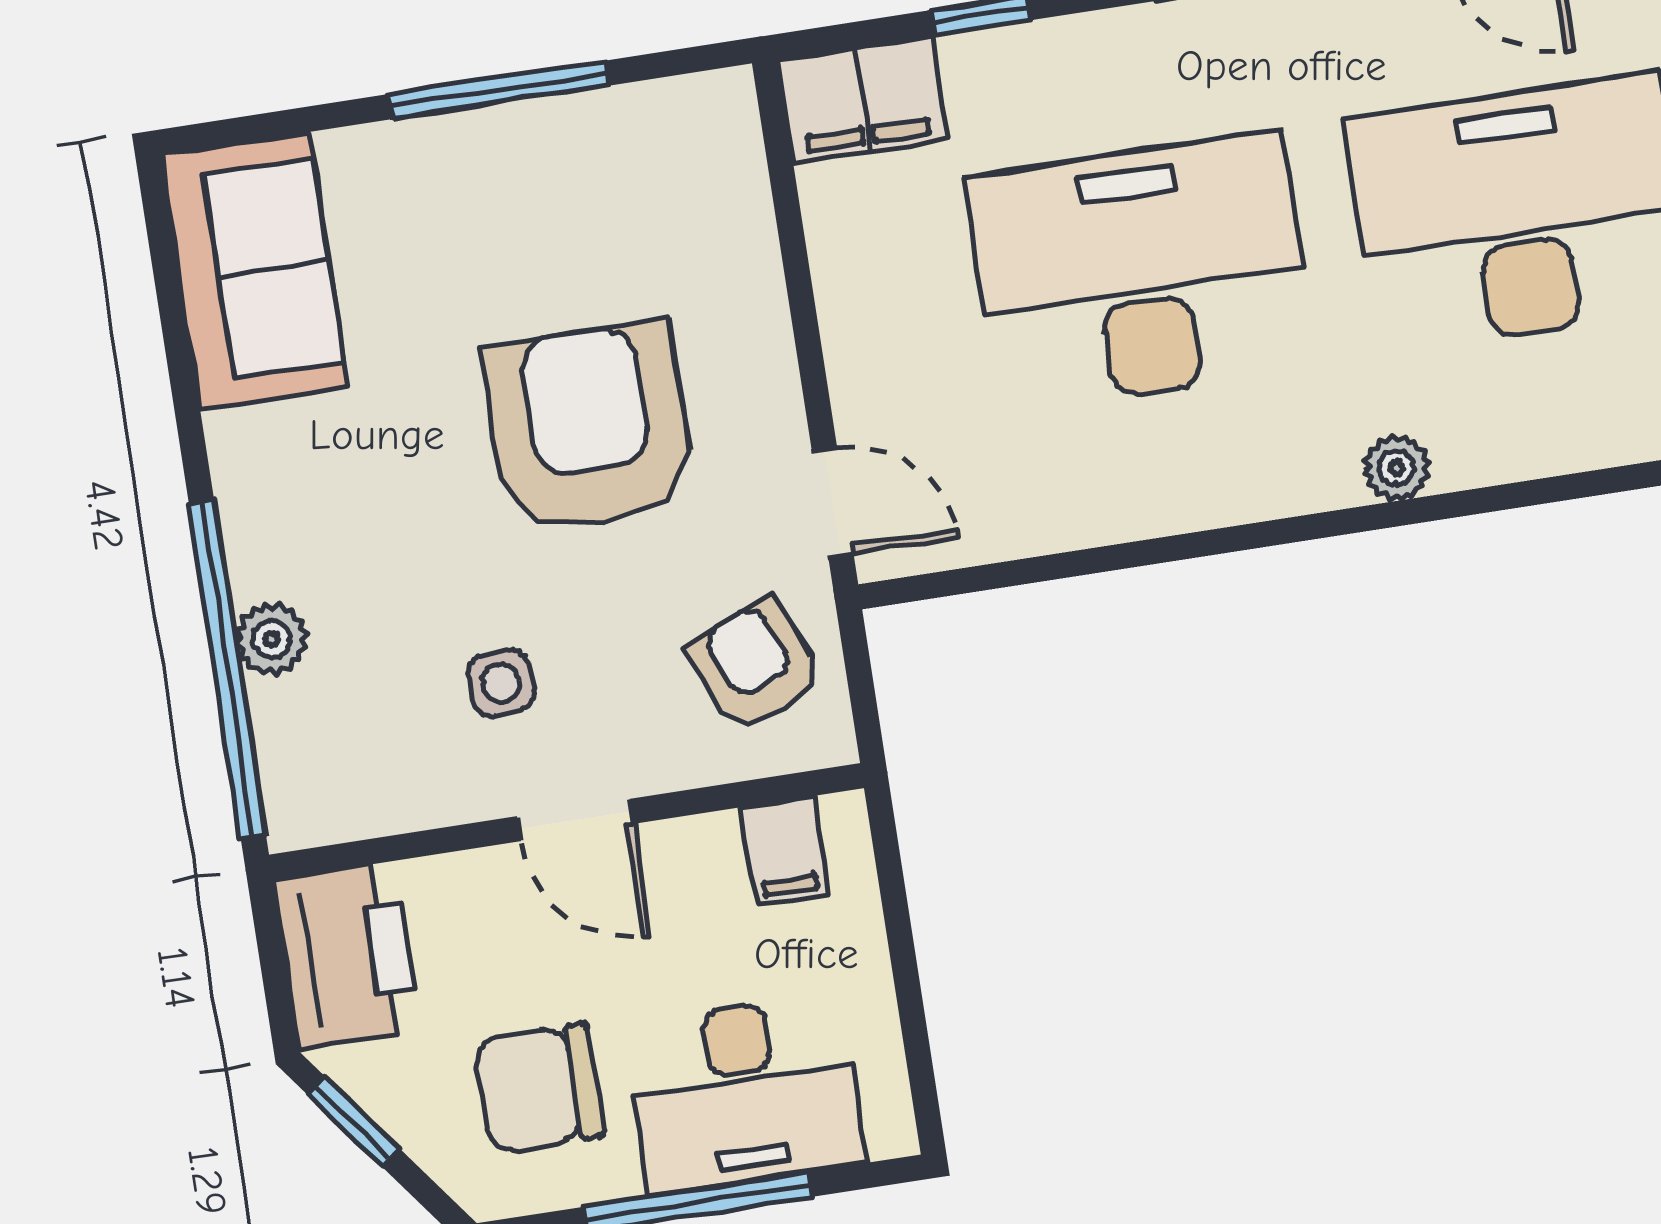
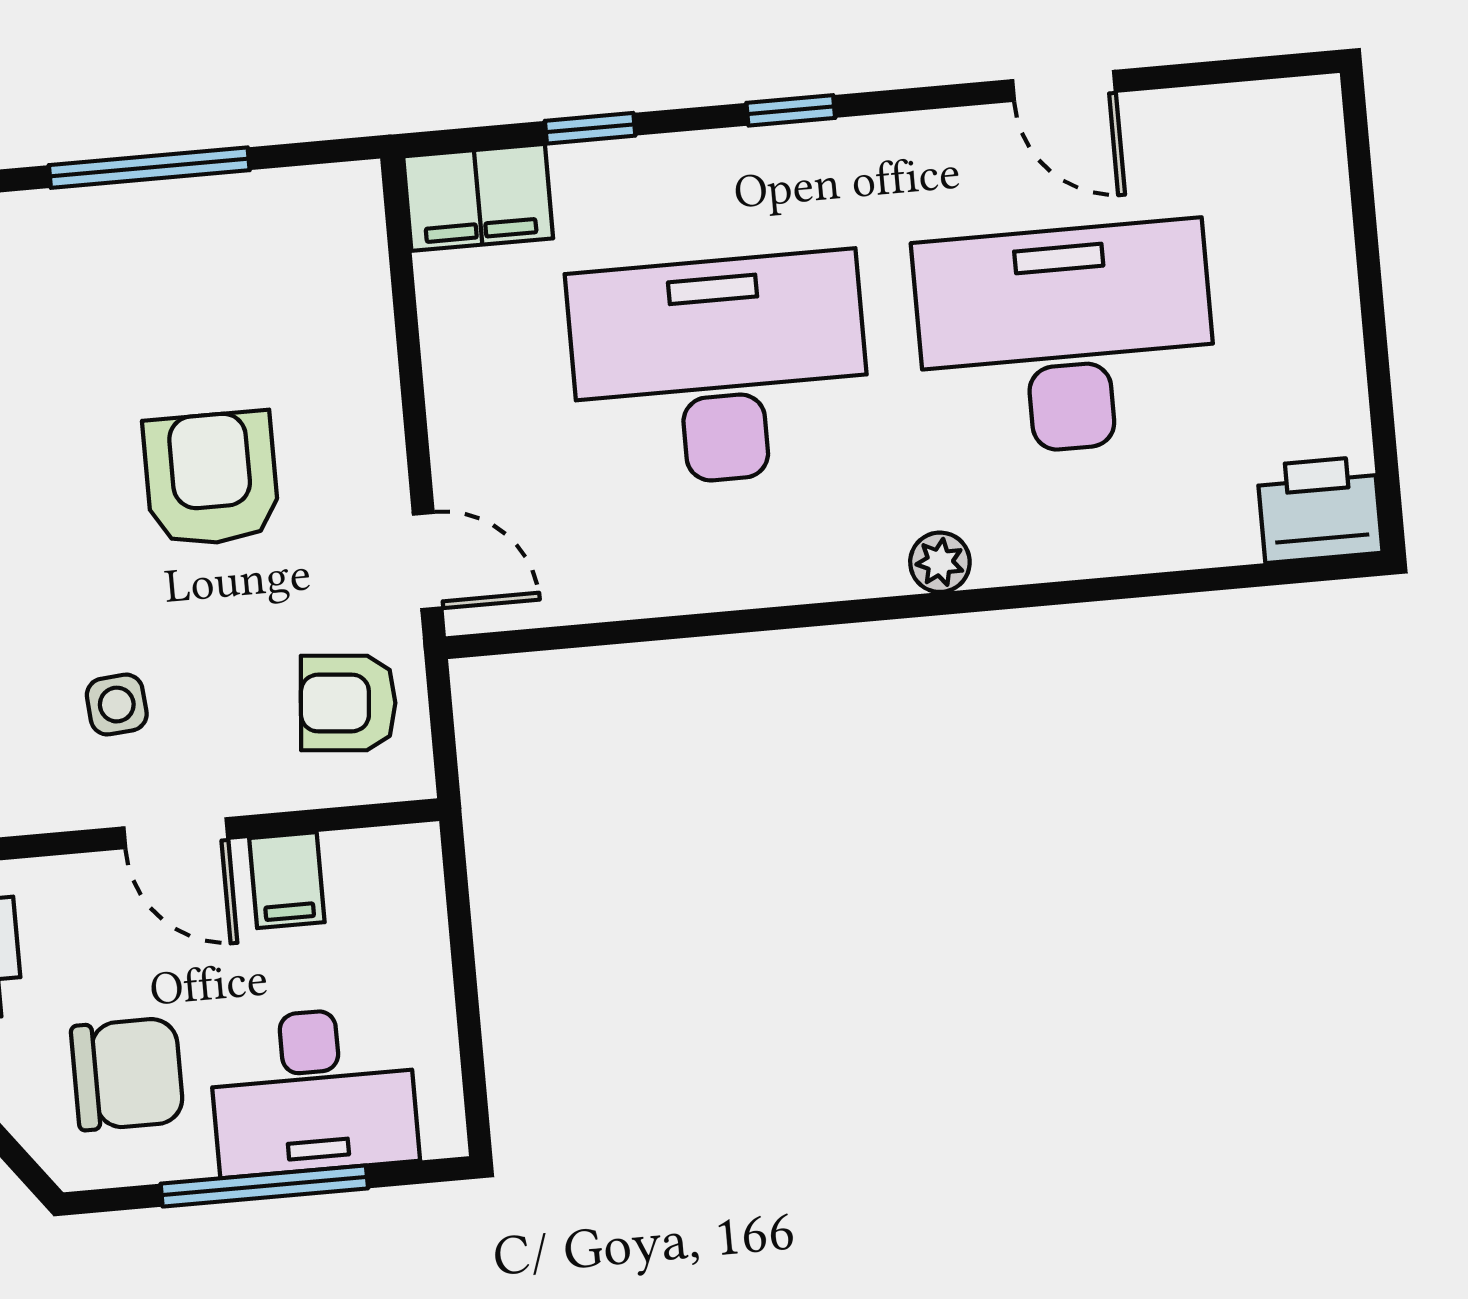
armchair: (589, 428) -> (211, 479), width x0.73, depth x0.73
armchair: (756, 665) -> (348, 703), turned -62
filing cabinet: (785, 851) -> (287, 880), moved
chair: (539, 1088) -> (127, 1074), turned 180

